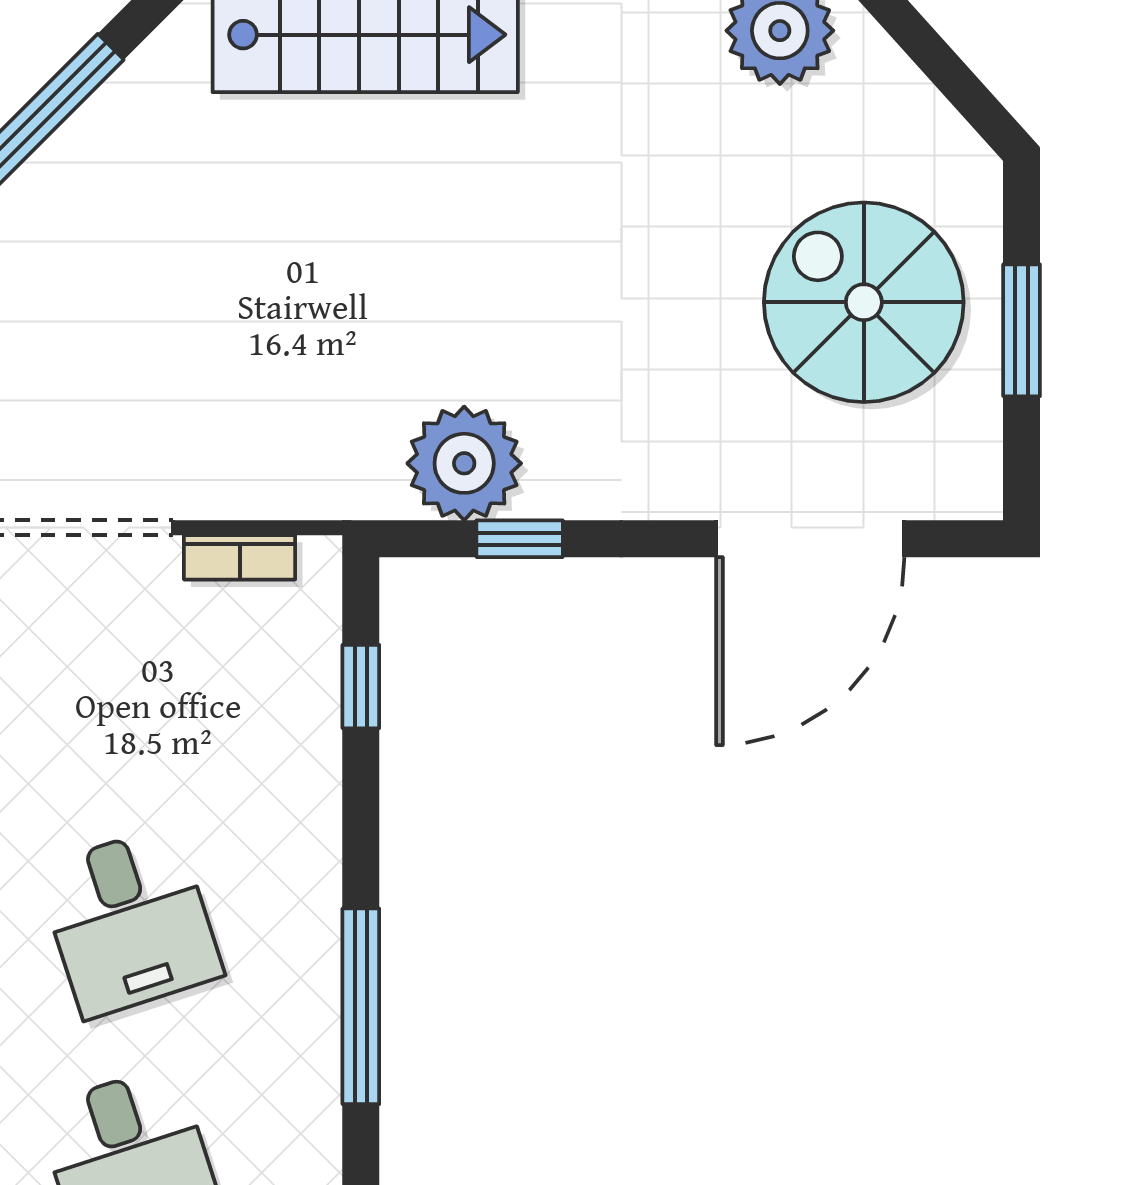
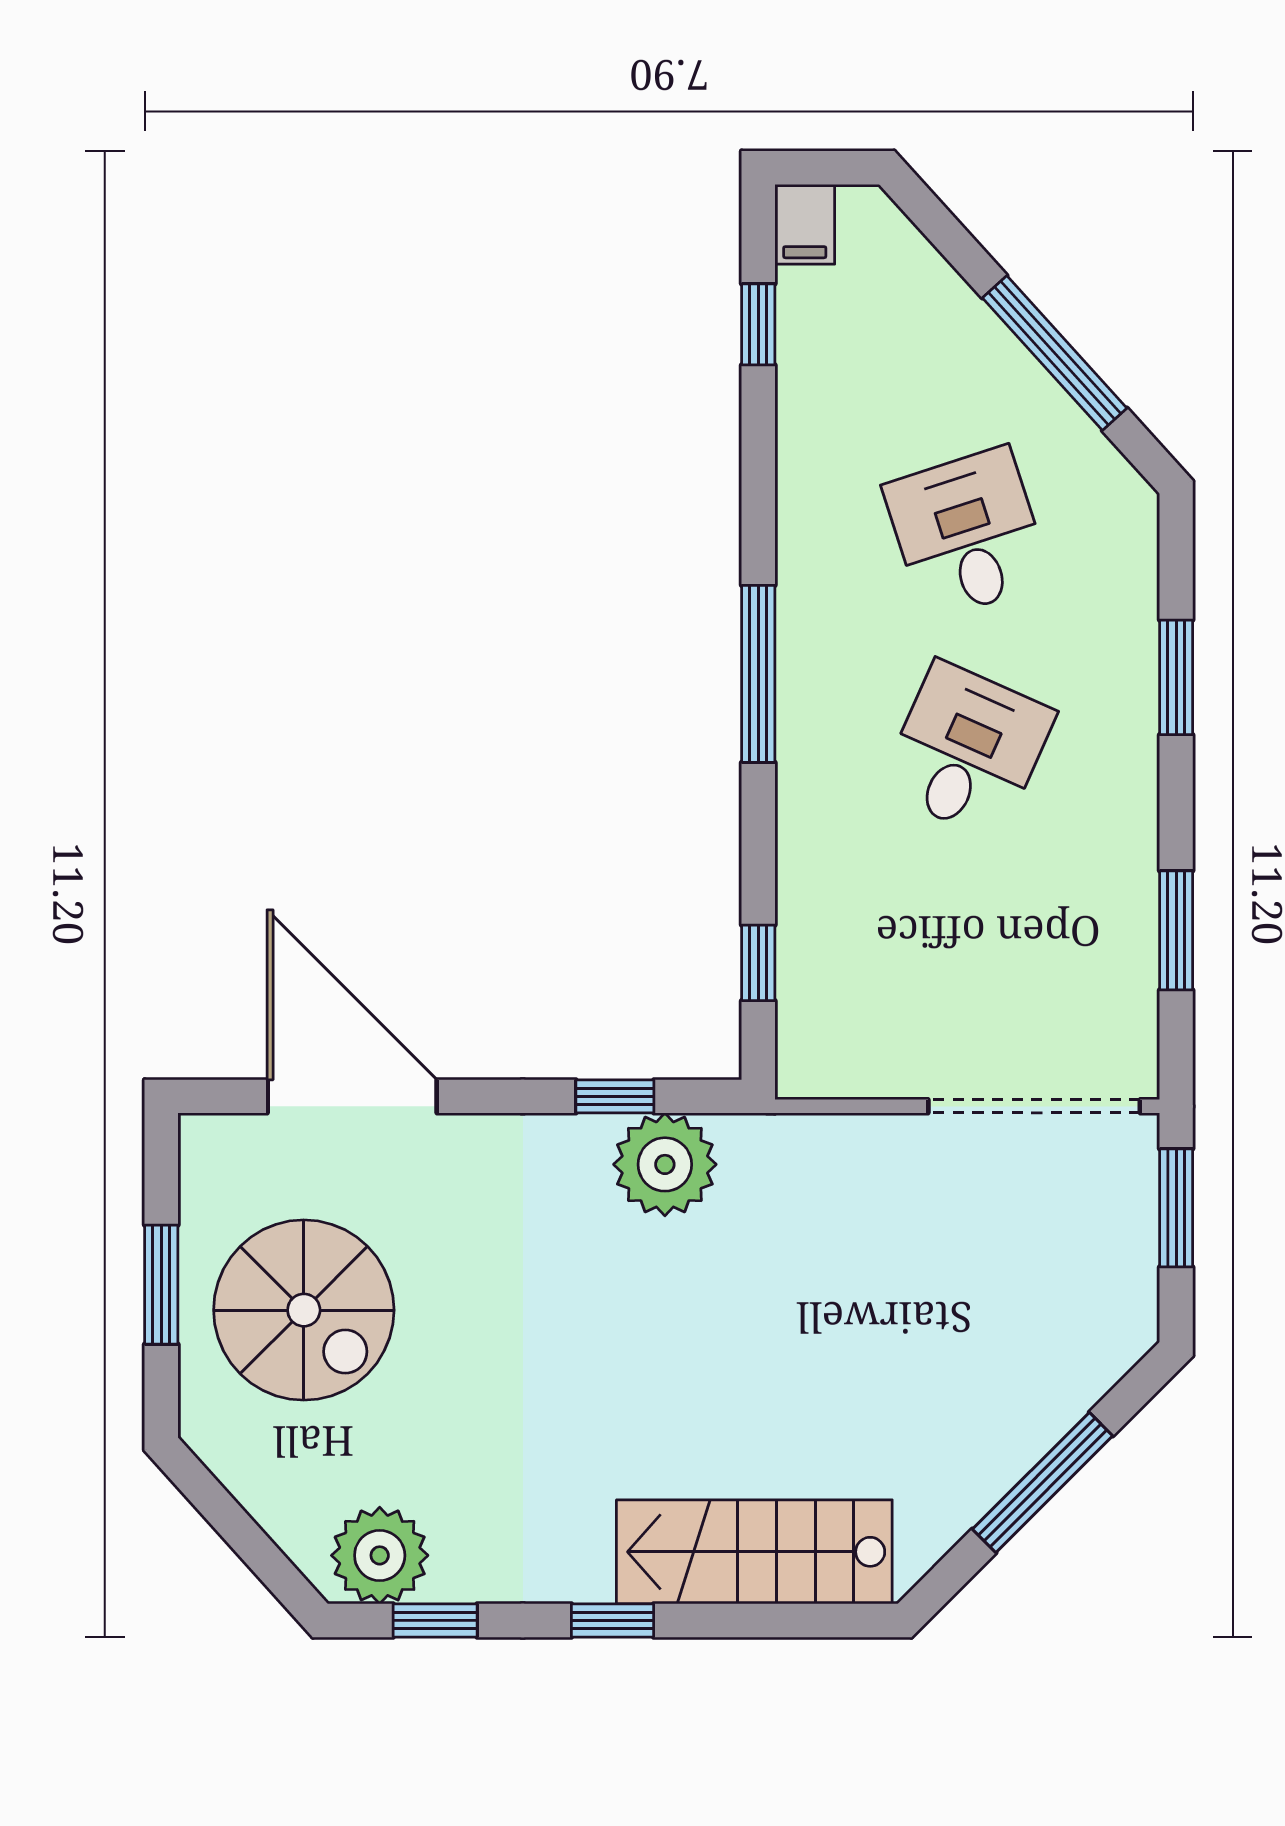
door: (810, 539) -> (352, 1096), hinge flipped
bookcase: (240, 557) -> (868, 1080), removed
desk: (130, 922) -> (967, 750), turned 42

